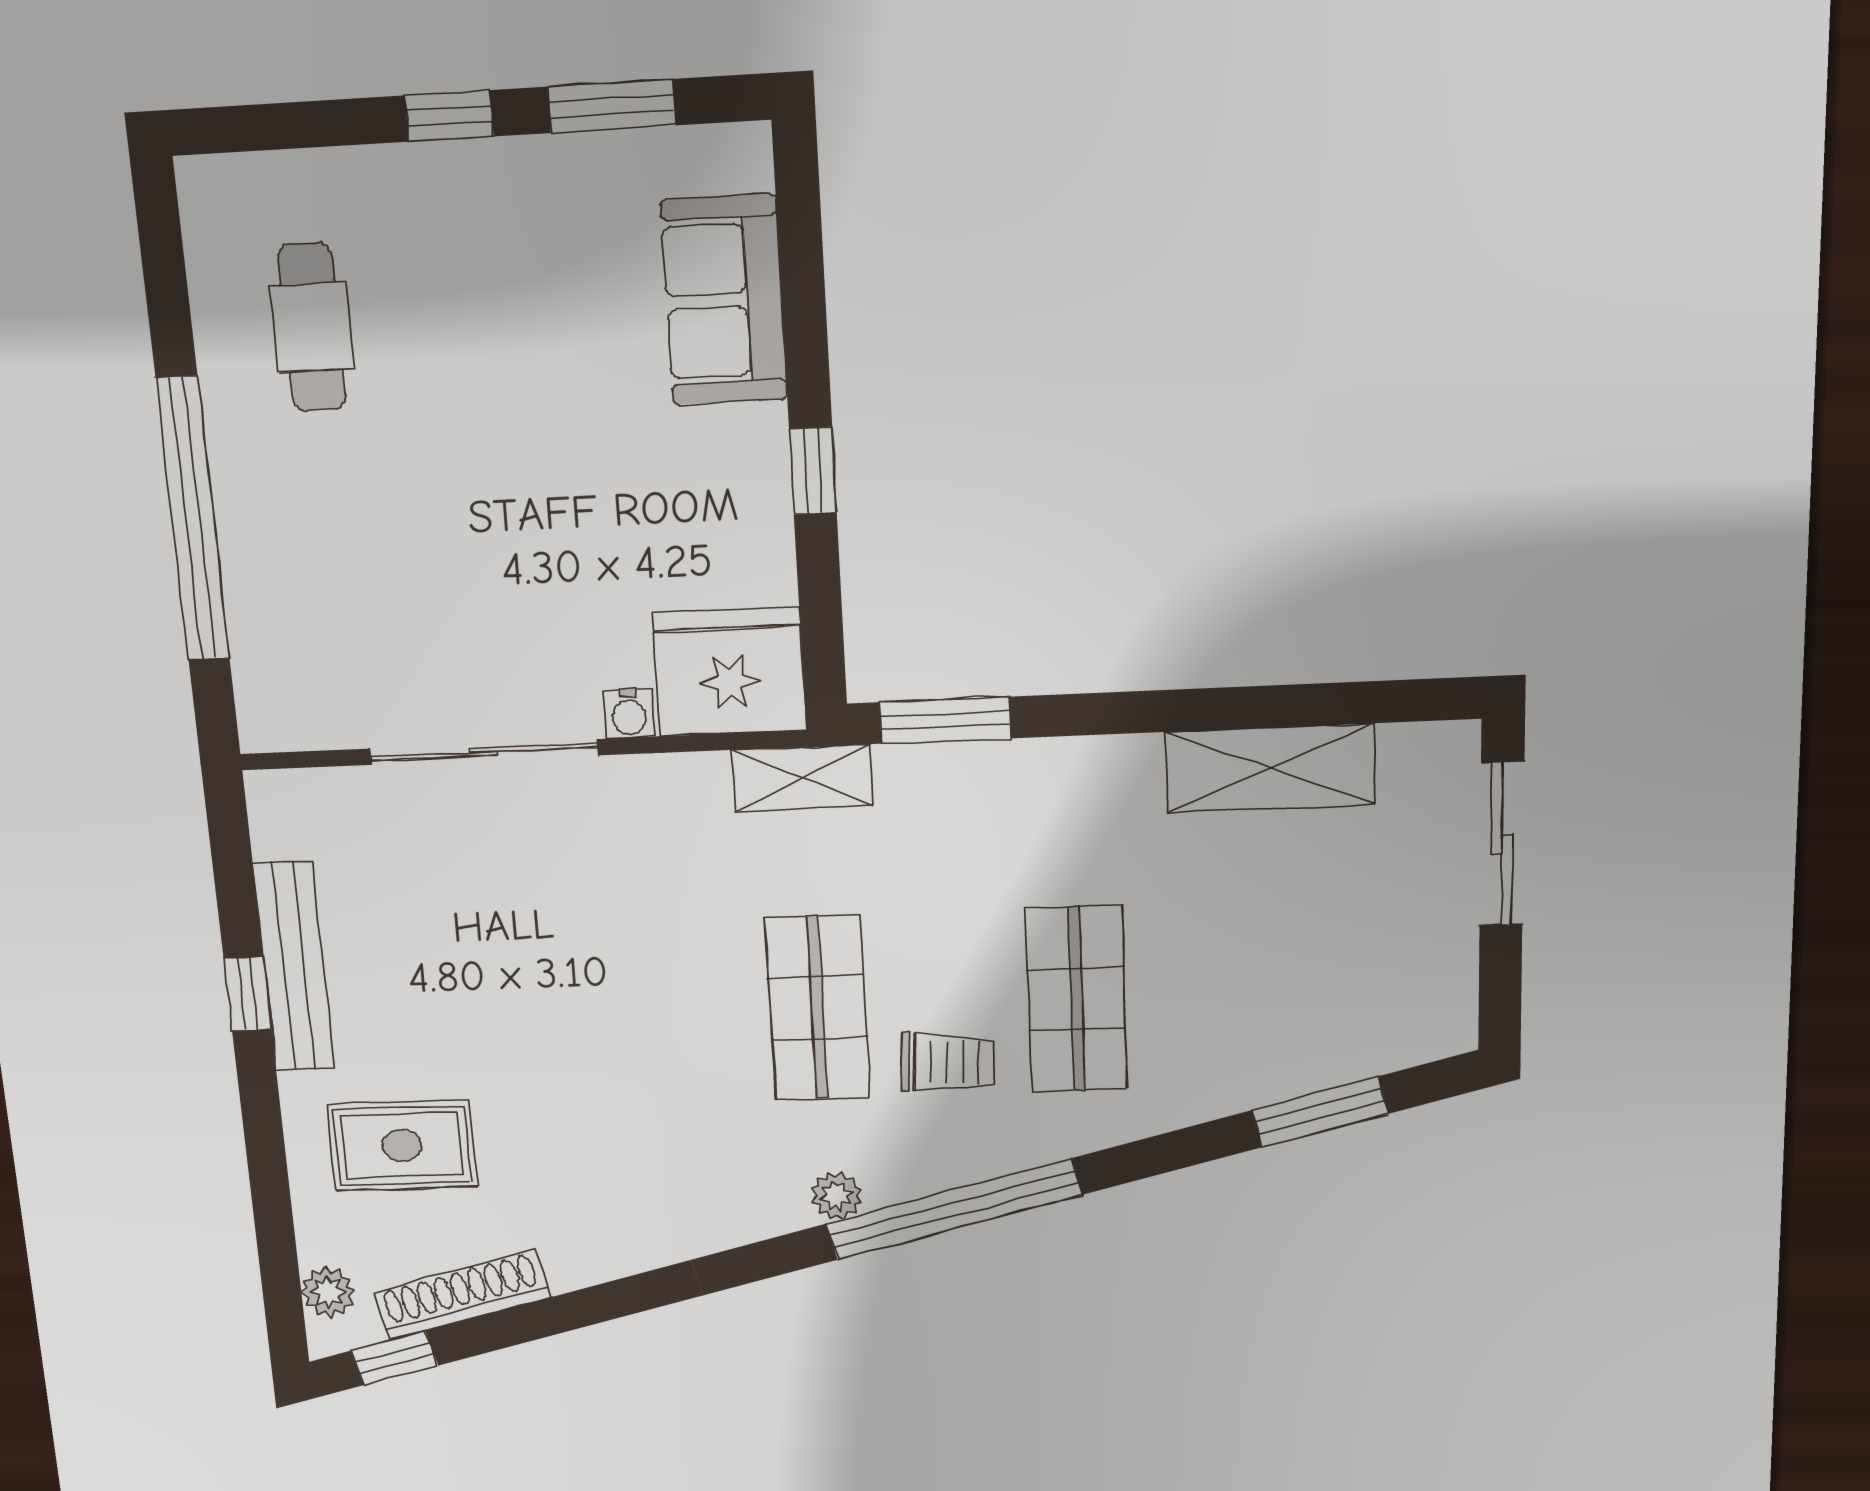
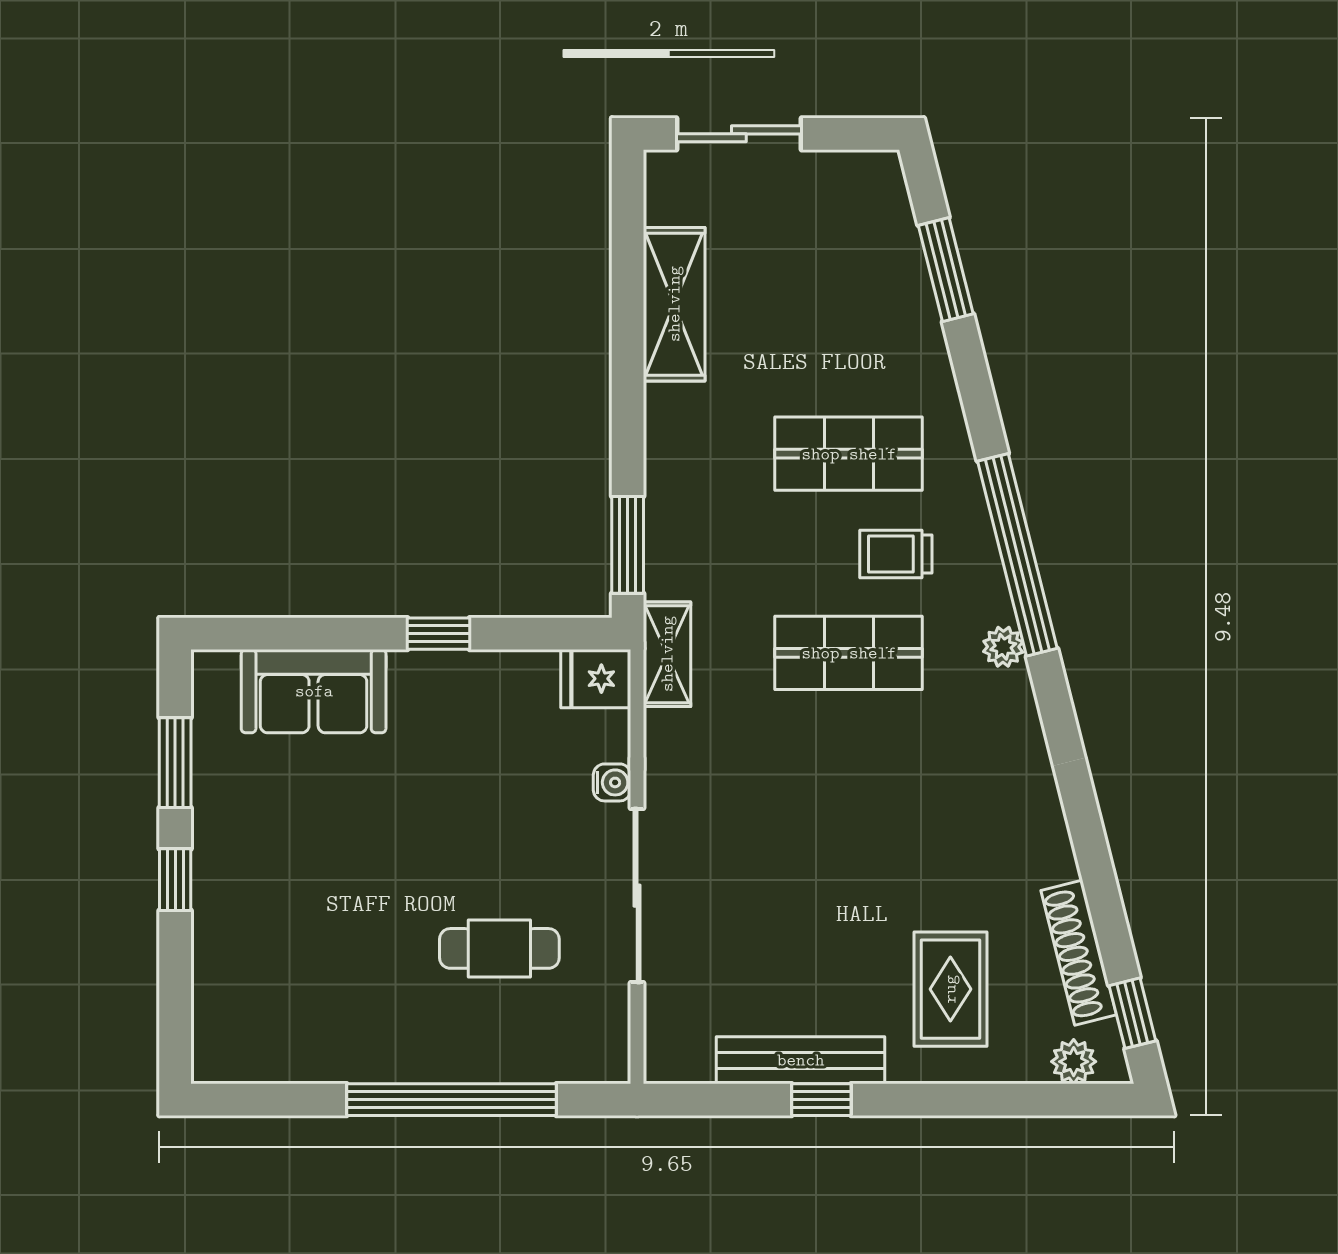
cafe table: (312, 327) -> (499, 948), moved
fridge: (729, 672) -> (596, 679), width x0.53, depth x0.75
trolley: (948, 1062) -> (896, 554), turned -93

